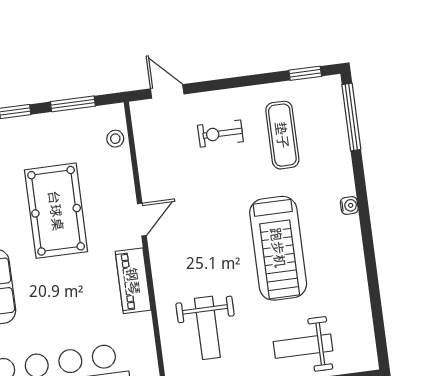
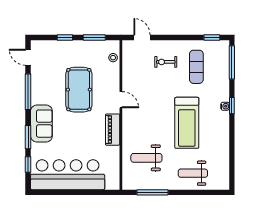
window: (363, 202) -> (232, 106), added
door: (142, 220) -> (121, 100), hinge flipped
weight bench: (207, 328) -> (146, 158), turned 90

